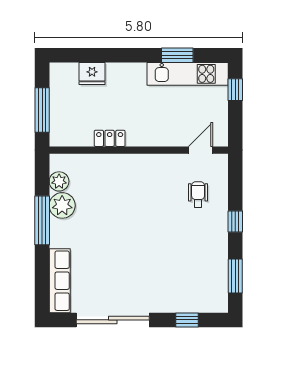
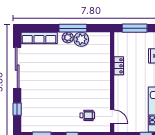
plant: (59, 181) -> (68, 37), moved

